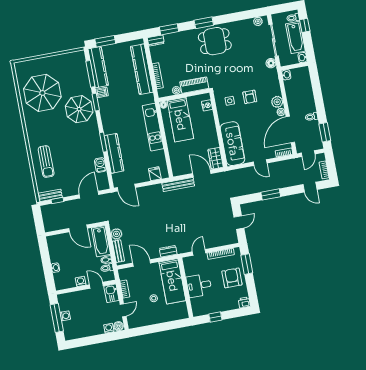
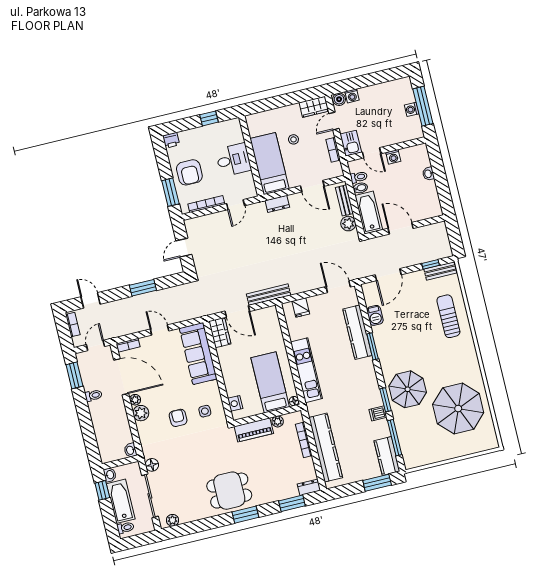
window: (305, 25) -> (102, 490), moved
kitchen counter: (98, 67) -> (387, 456), width x0.67
door: (290, 129) -> (121, 377), hinge flipped
wardrobe: (137, 322) -> (314, 107), added

